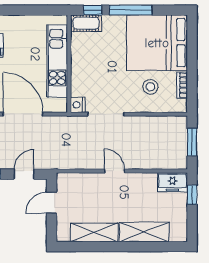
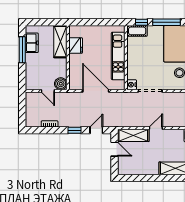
door: (115, 171) -> (156, 128), hinge flipped
door: (52, 203) -> (115, 149), swing flipped
shelving: (94, 232) -> (133, 135), moved

